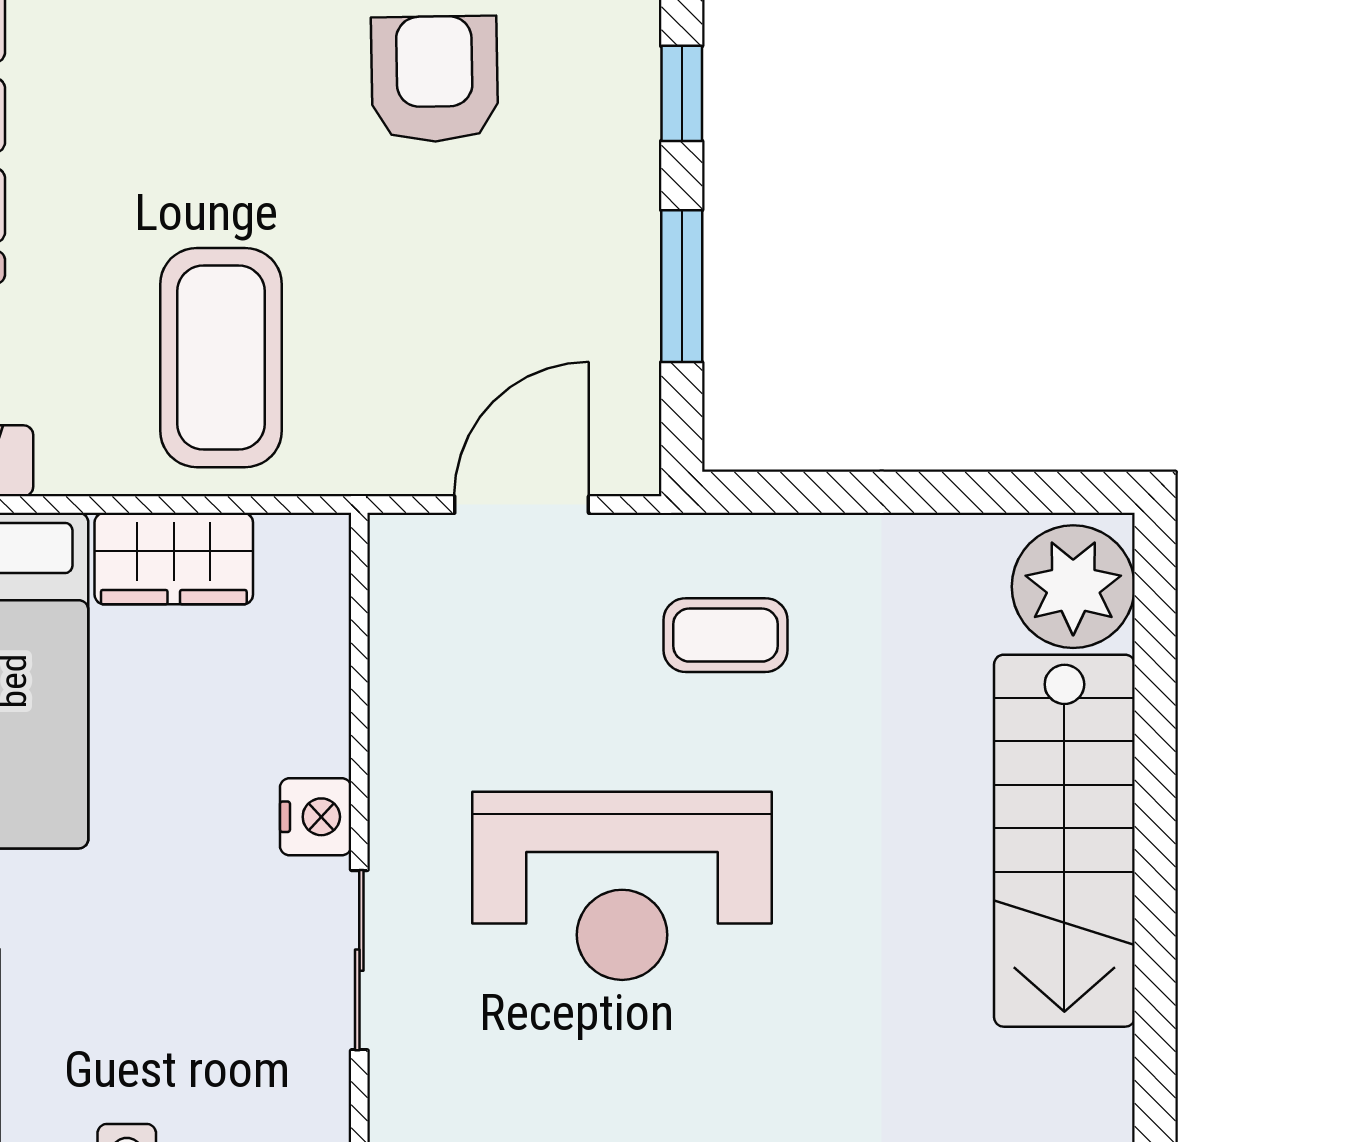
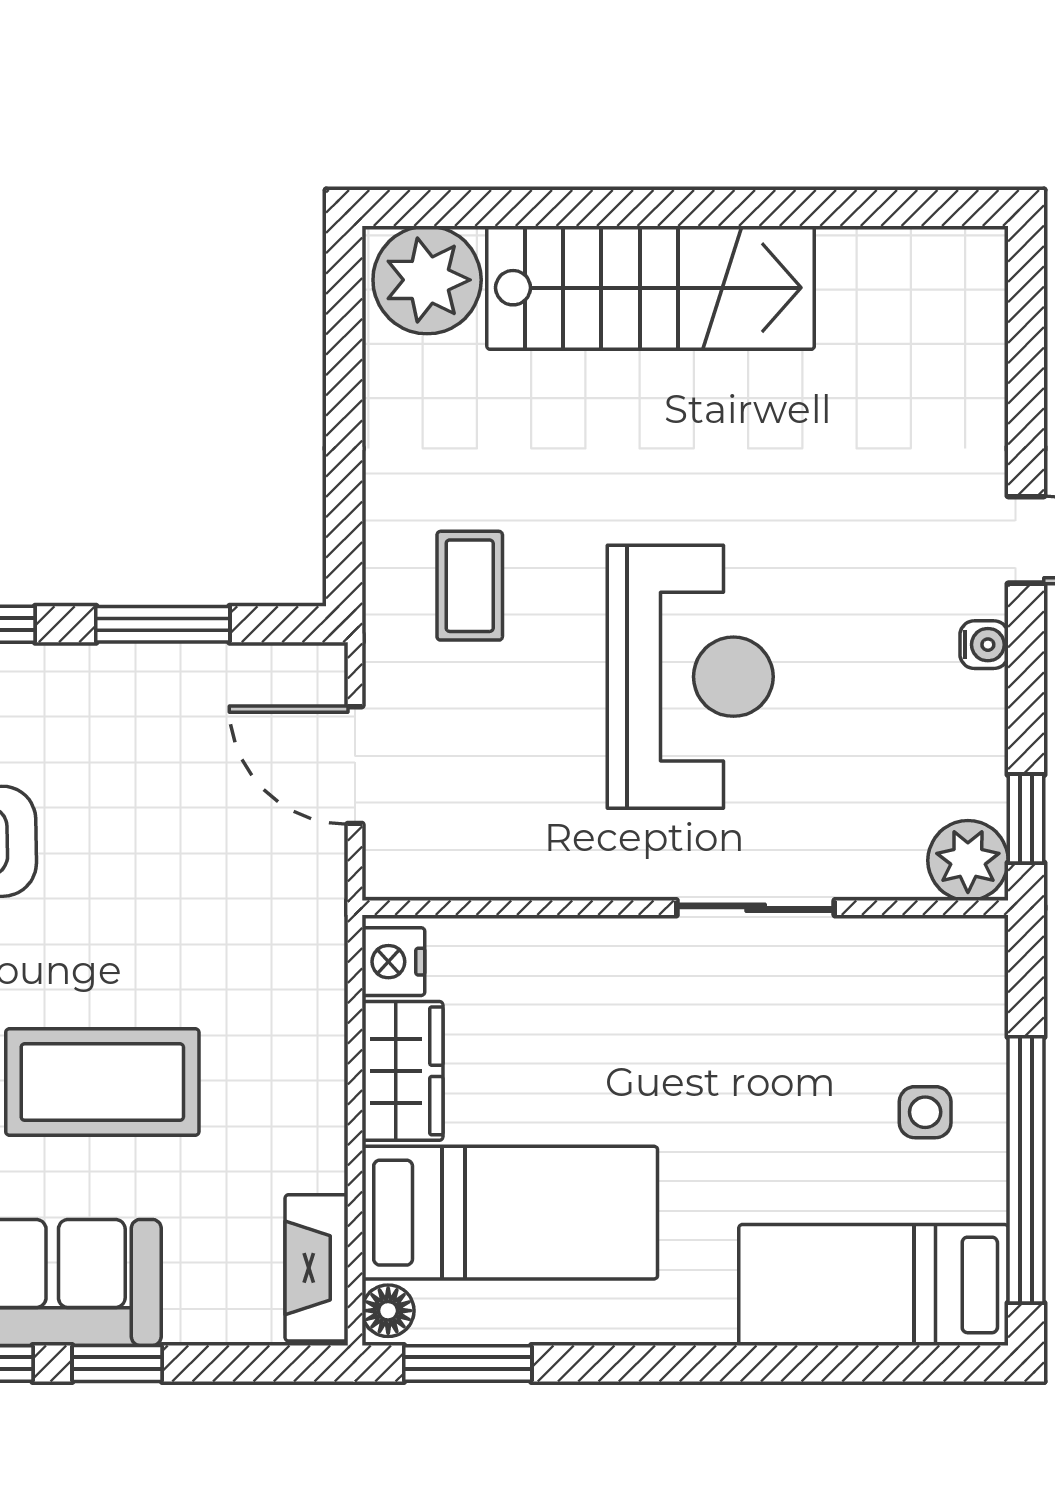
coffee table: (221, 358) -> (102, 1082), moved
nightstand: (316, 817) -> (393, 962), moved, turned -90

